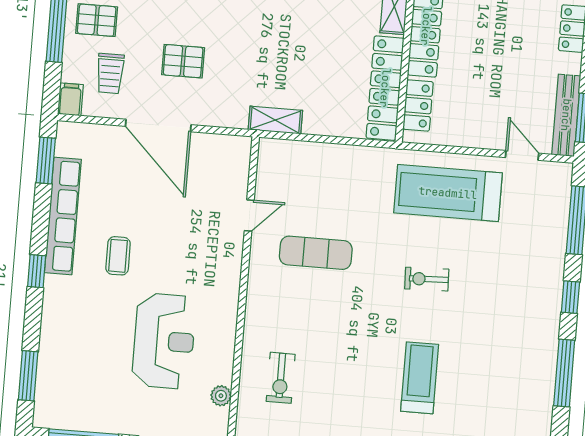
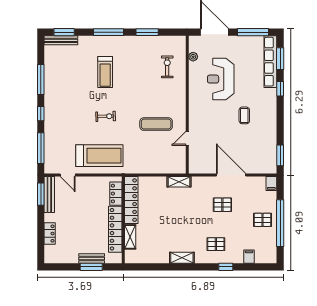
trolley: (110, 73) -> (255, 197), removed
row of seats: (63, 216) -> (270, 62), moved
window: (37, 271) -> (280, 89), moved

